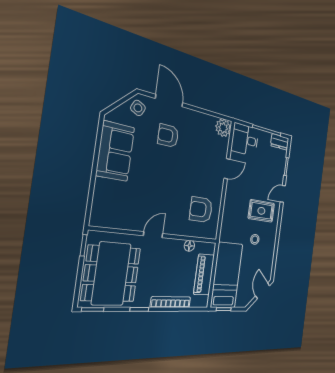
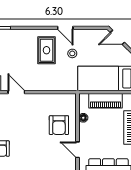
door: (283, 194) -> (65, 28), moved
armchair: (201, 210) -> (59, 125), moved

